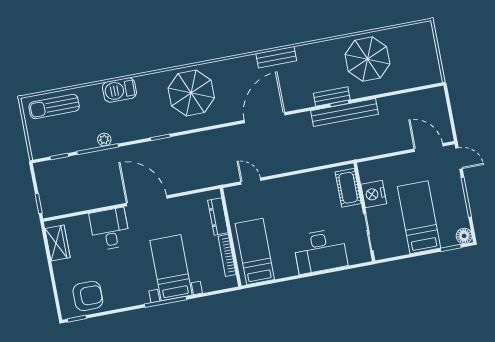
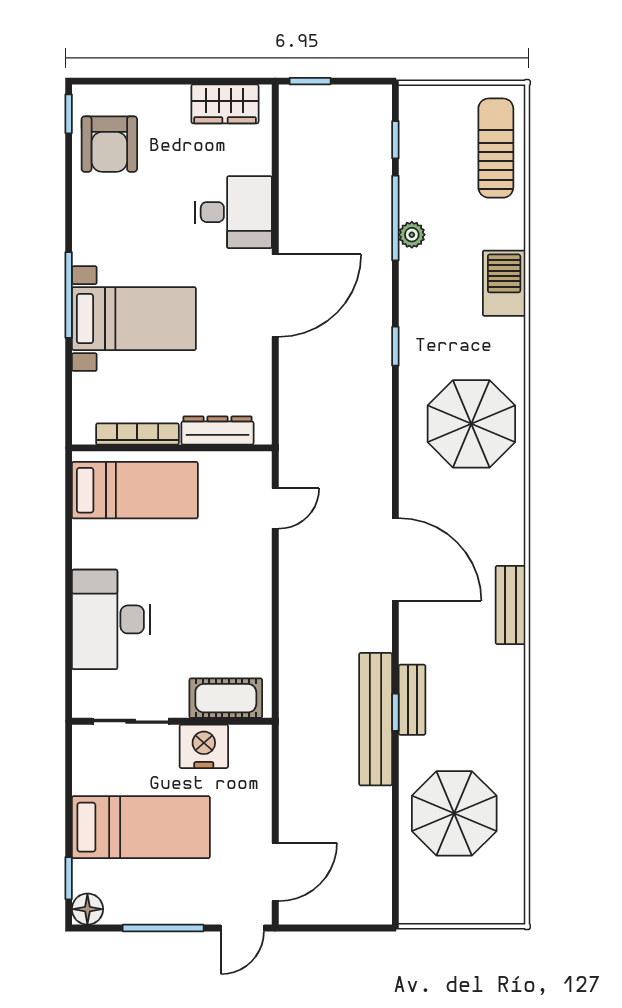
parasol: (367, 59) -> (454, 813), moved

